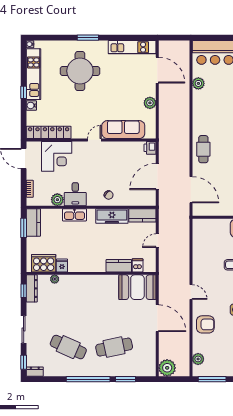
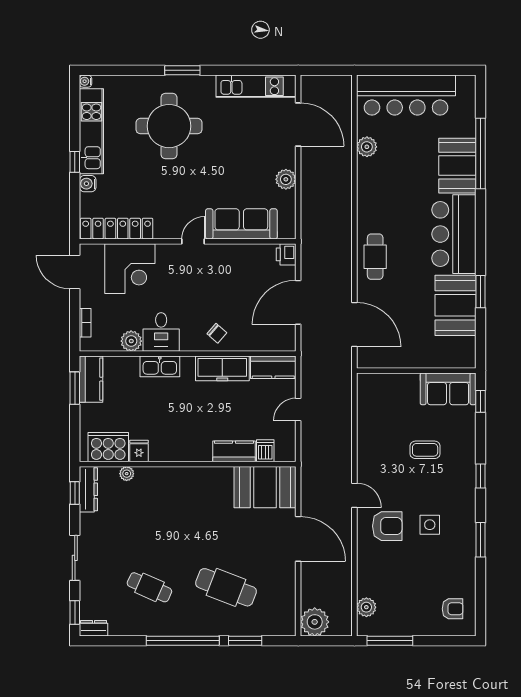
armchair: (205, 324) -> (387, 526), moved
cafe table: (68, 347) -> (149, 587), width x0.73, depth x0.74
cafe table: (114, 347) -> (226, 587), turned 33

